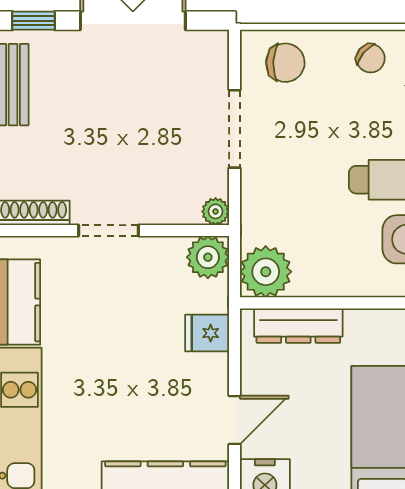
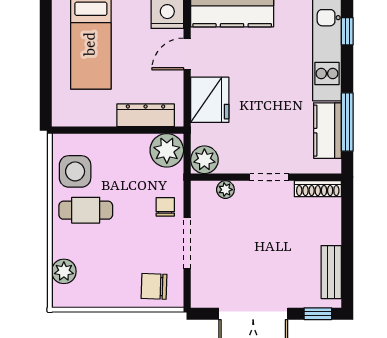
chair: (371, 58) -> (165, 207), moved, turned 50
plant: (216, 211) -> (225, 190), moved
fridge: (207, 333) -> (210, 100), width x1.88, depth x1.34

